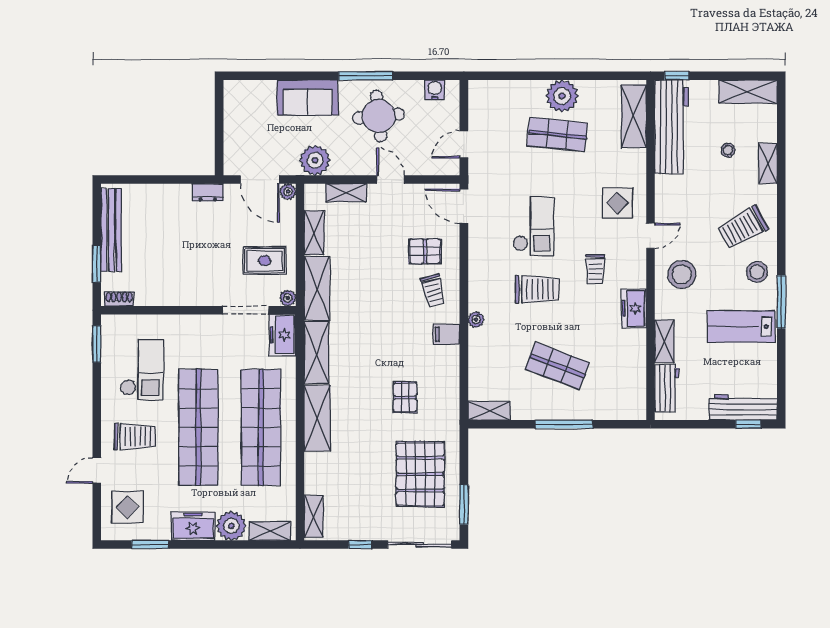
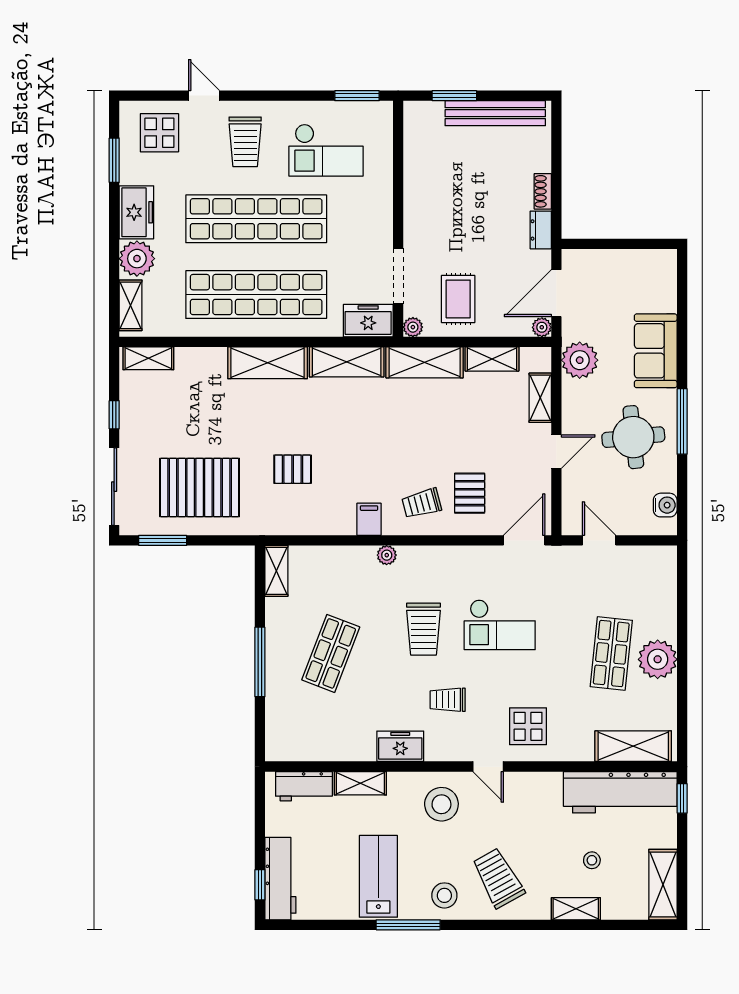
shoe rack: (119, 299) -> (543, 191), moved, turned 180

